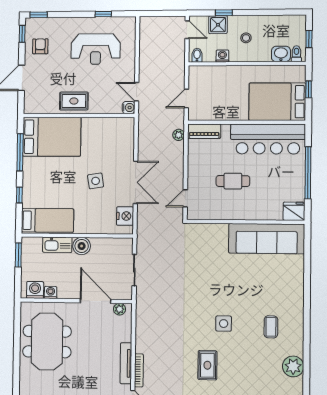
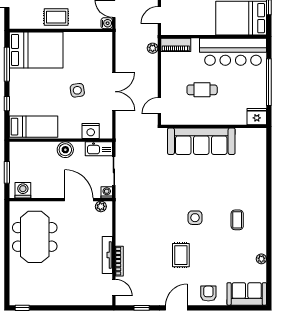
nightstand: (125, 216) -> (91, 131), moved, turned 90
sofa: (267, 239) -> (201, 141), moved
kitchen sink: (57, 245) -> (99, 149), moved
window: (18, 255) -> (7, 172), moved
washing machine: (51, 293) -> (107, 192), moved
plant: (293, 366) -> (261, 259), width x0.53, depth x0.53

